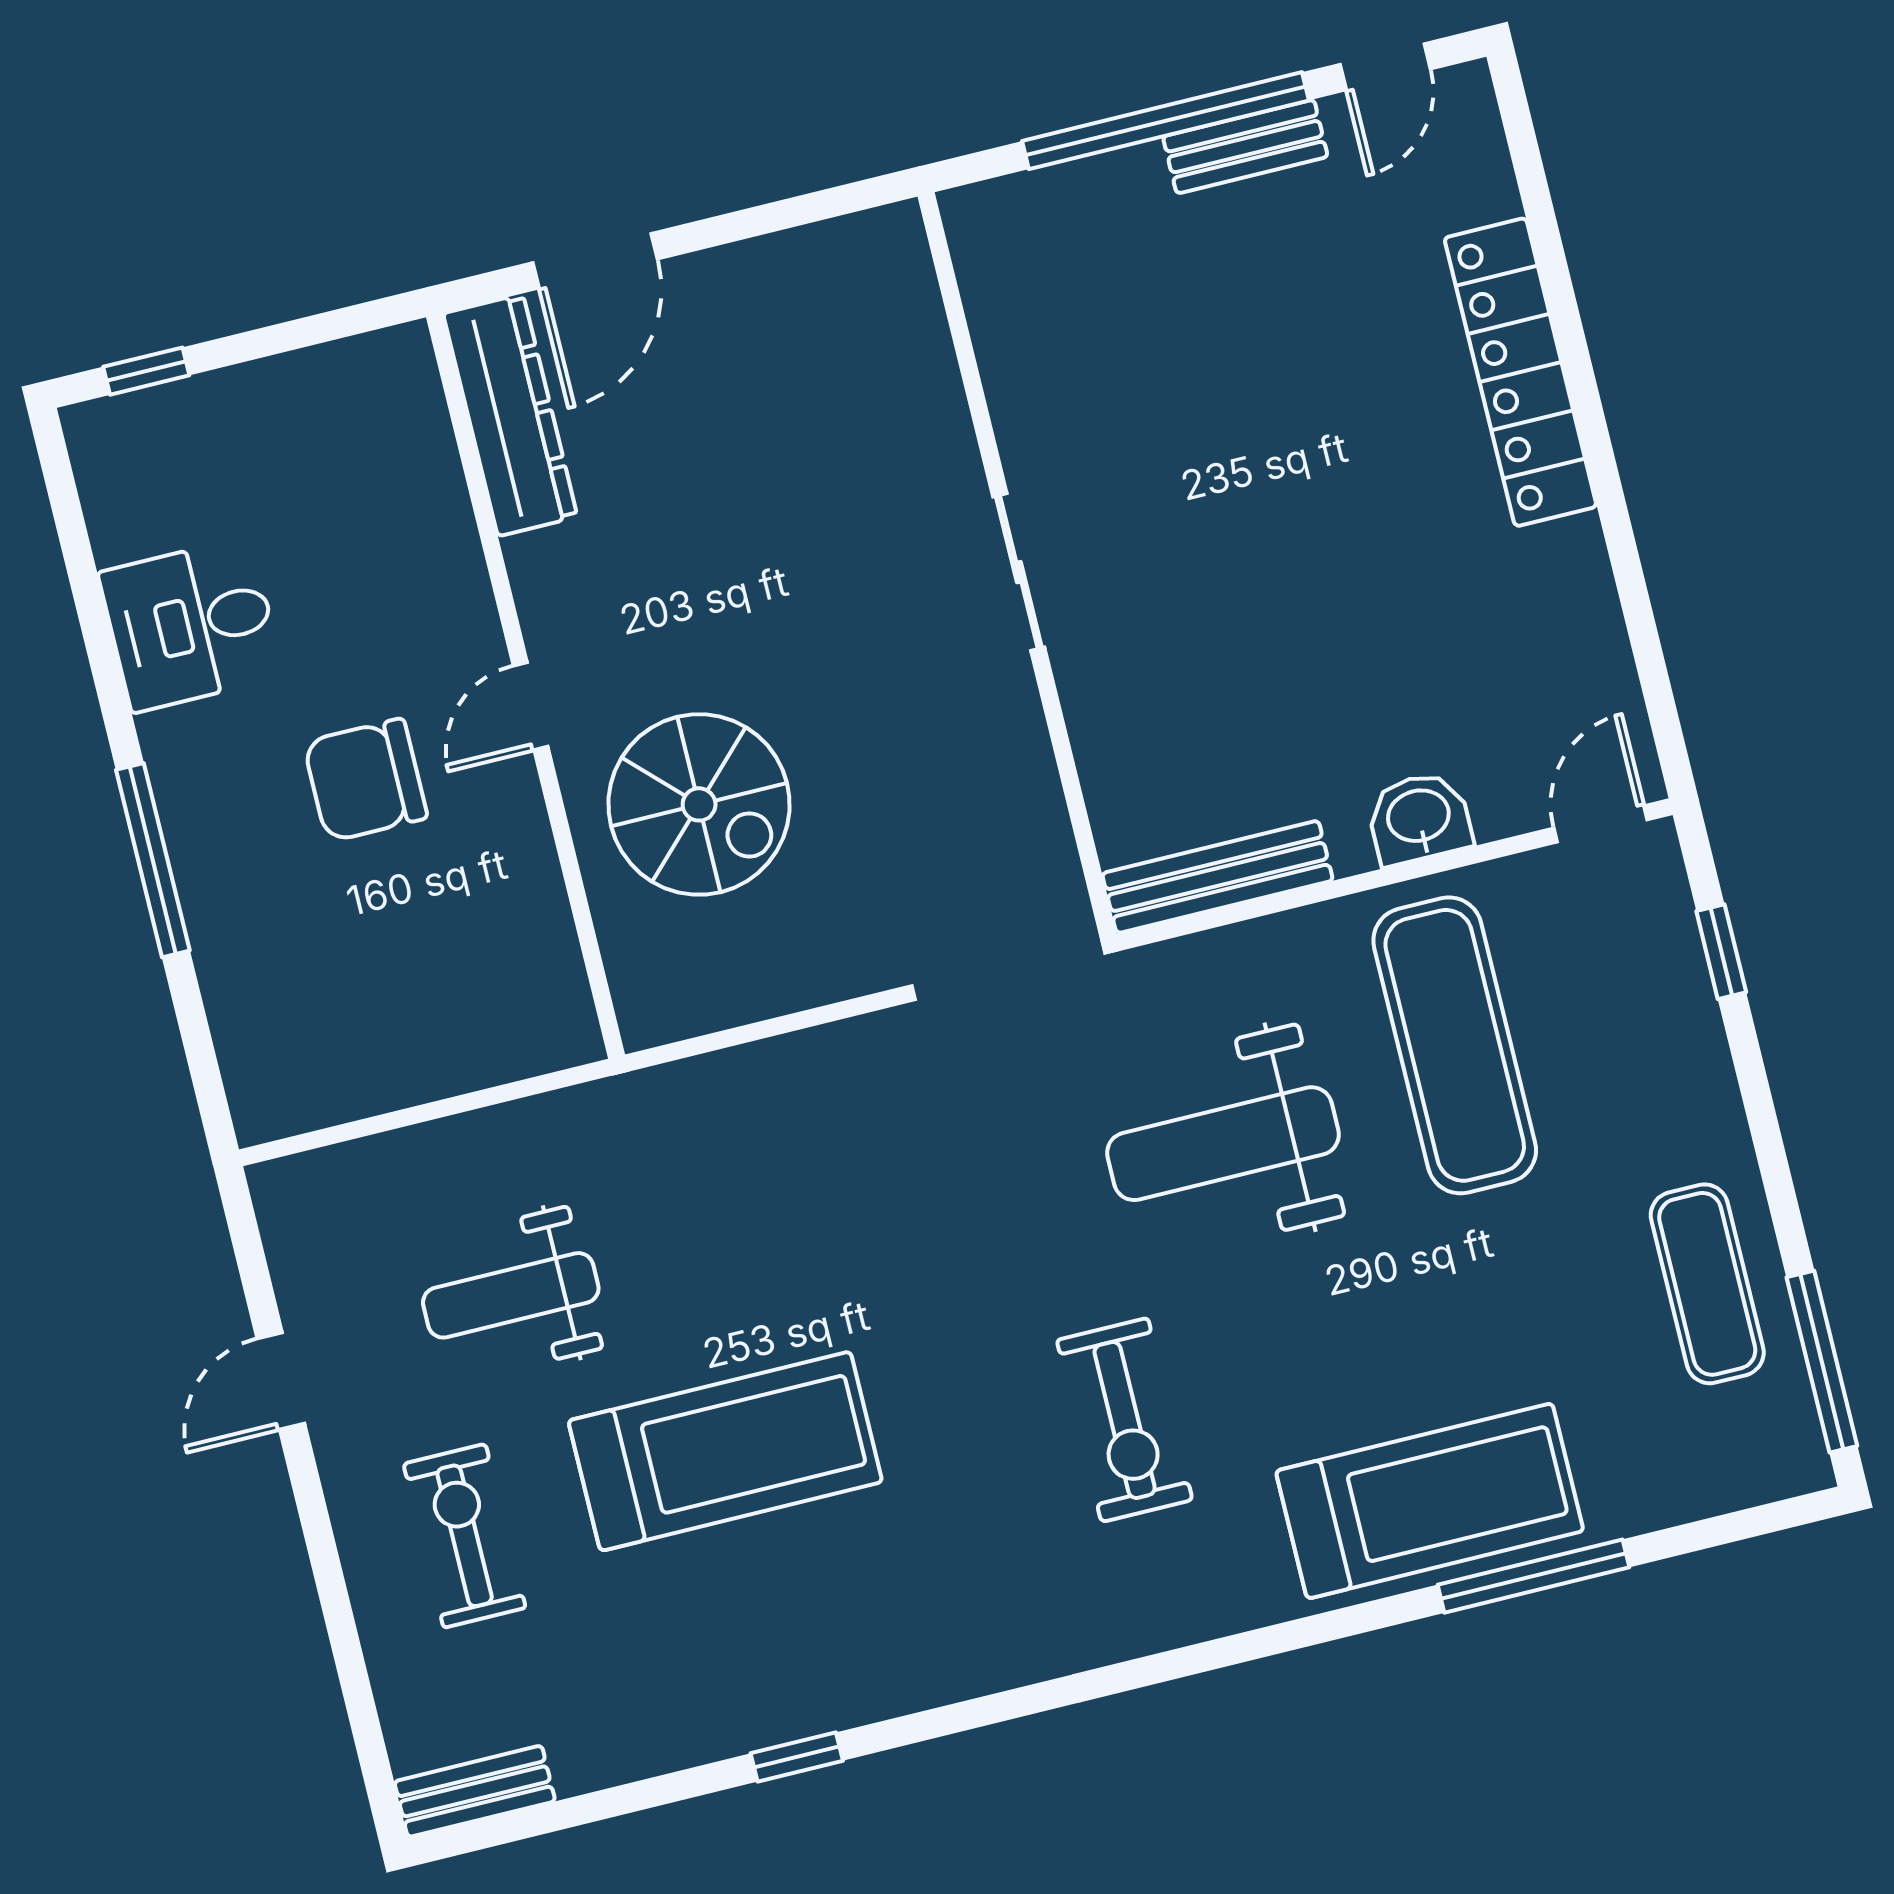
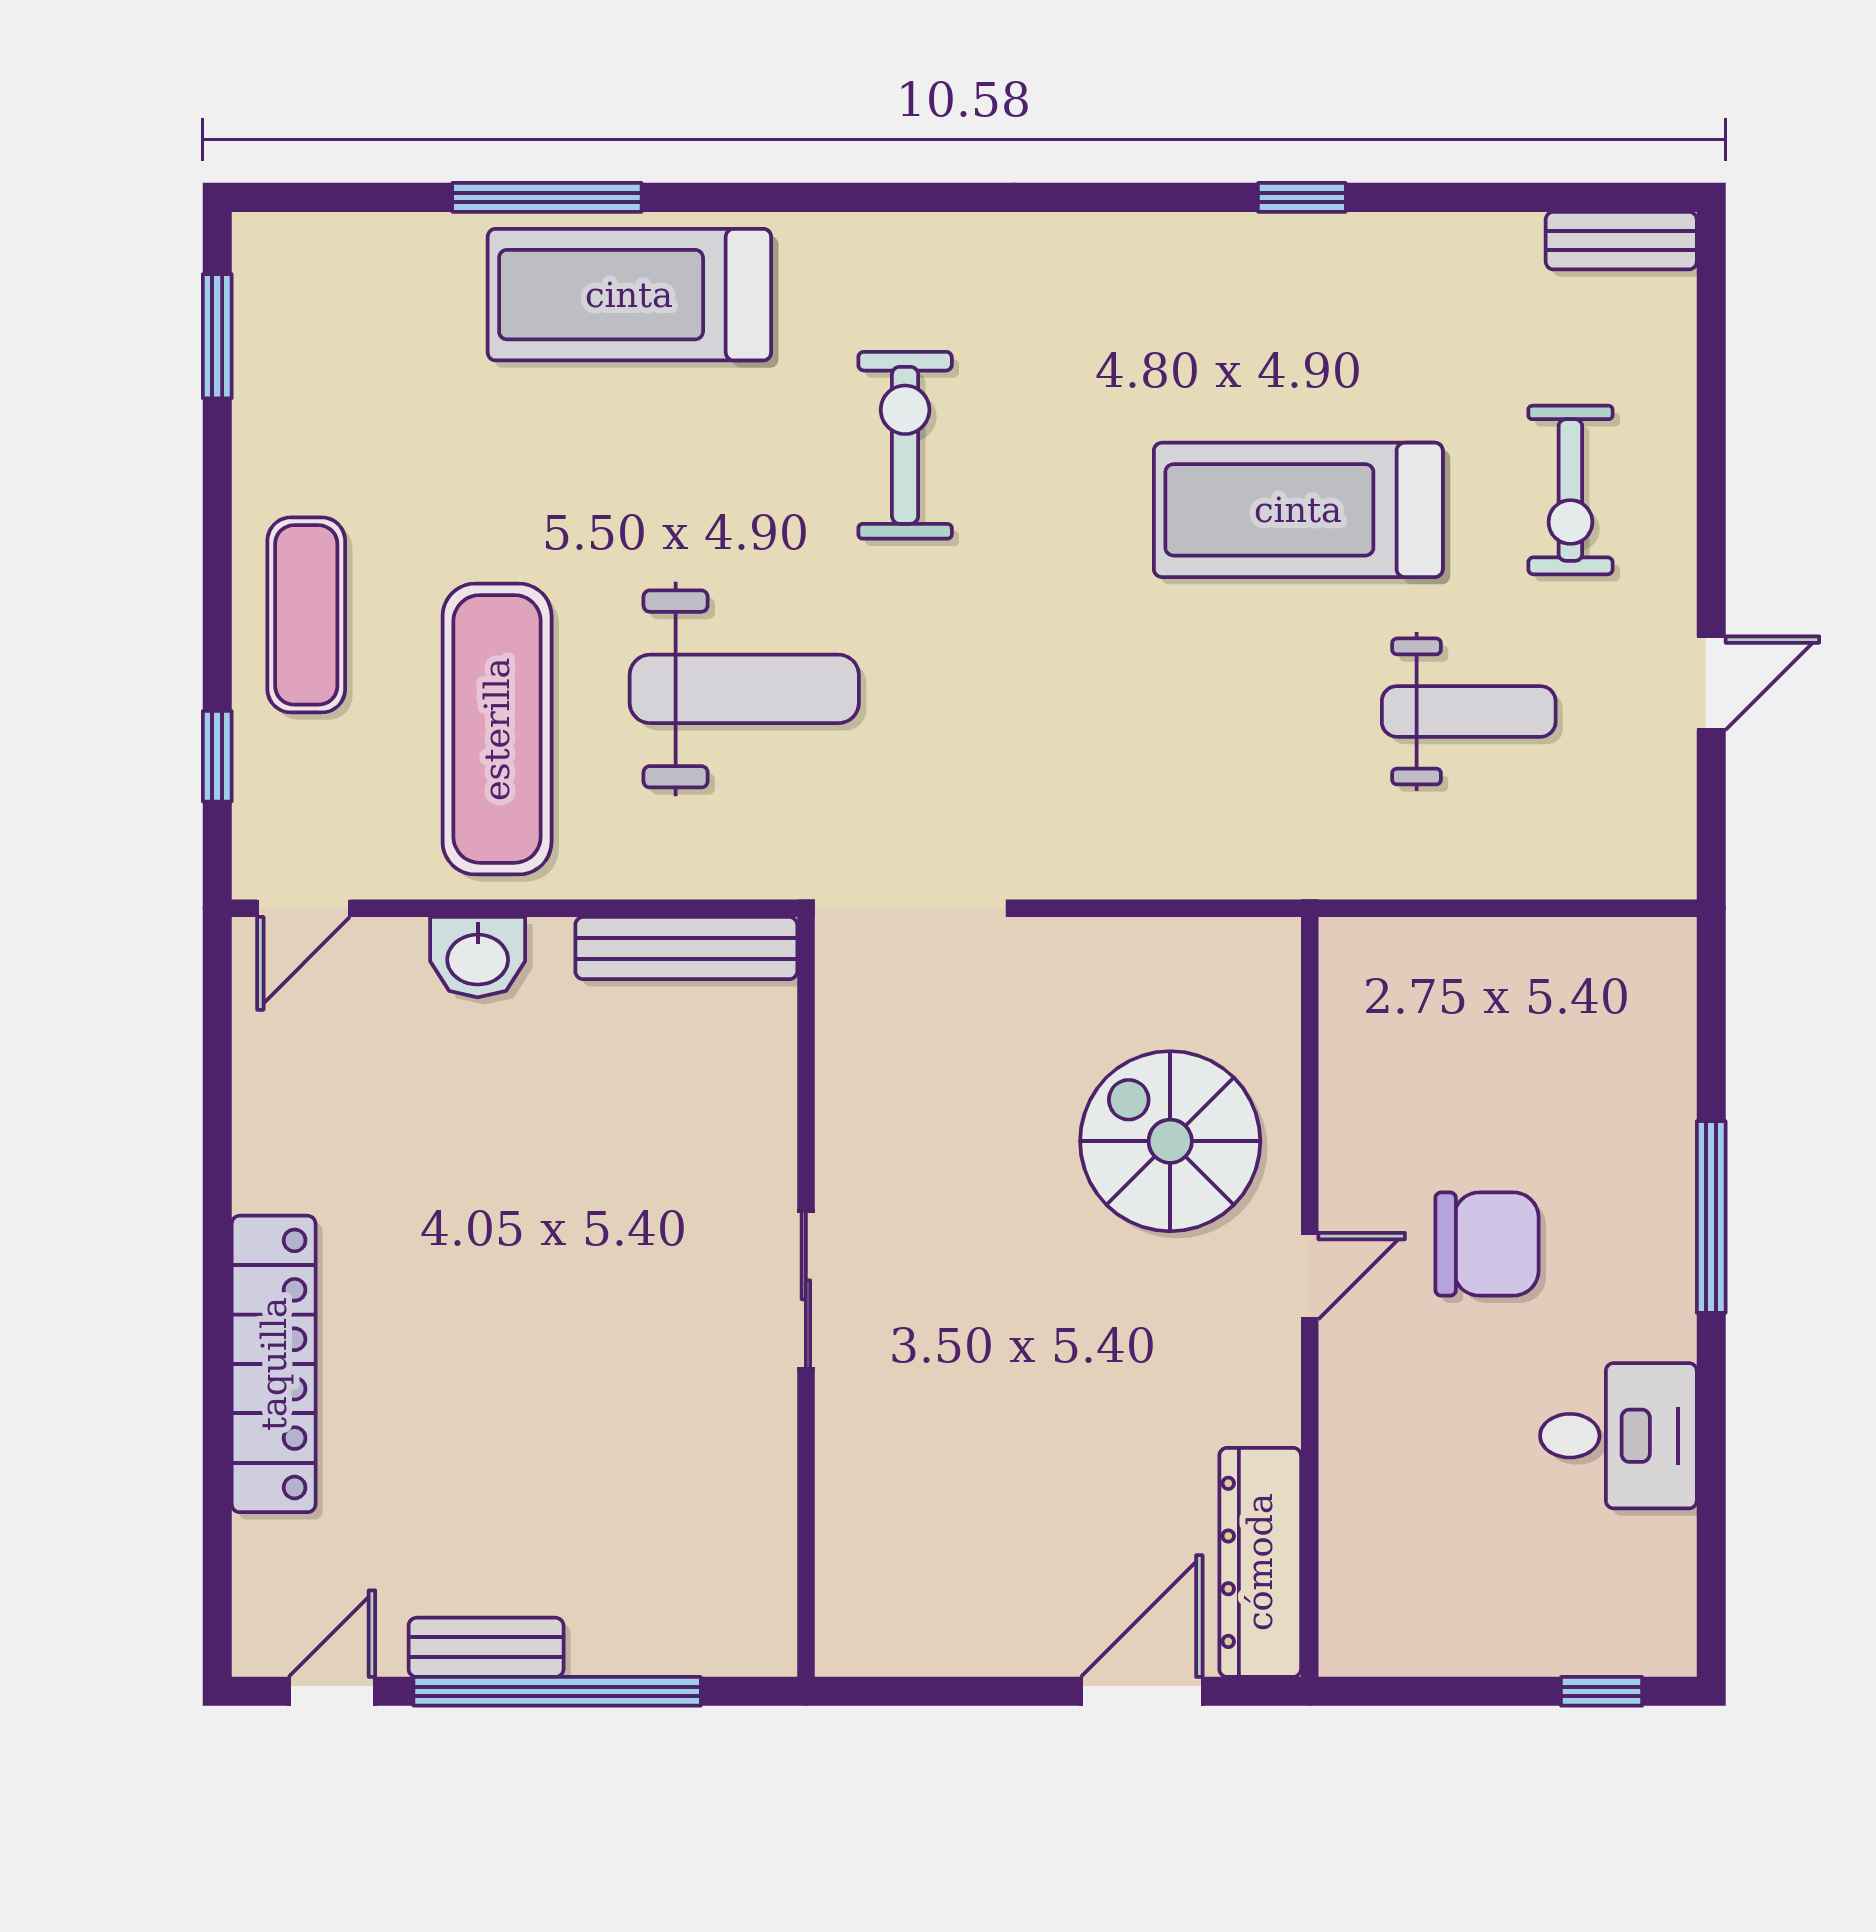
exercise mat: (1707, 1284) -> (306, 615), moved
window: (1822, 1362) -> (217, 336), width x0.69

